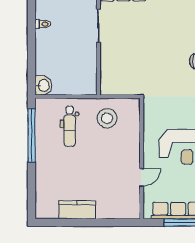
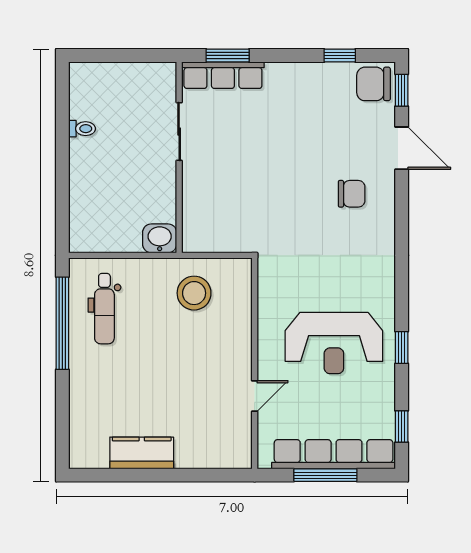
washbasin: (43, 85) -> (160, 238), moved, turned -90
dental chair: (70, 126) -> (104, 309), moved

